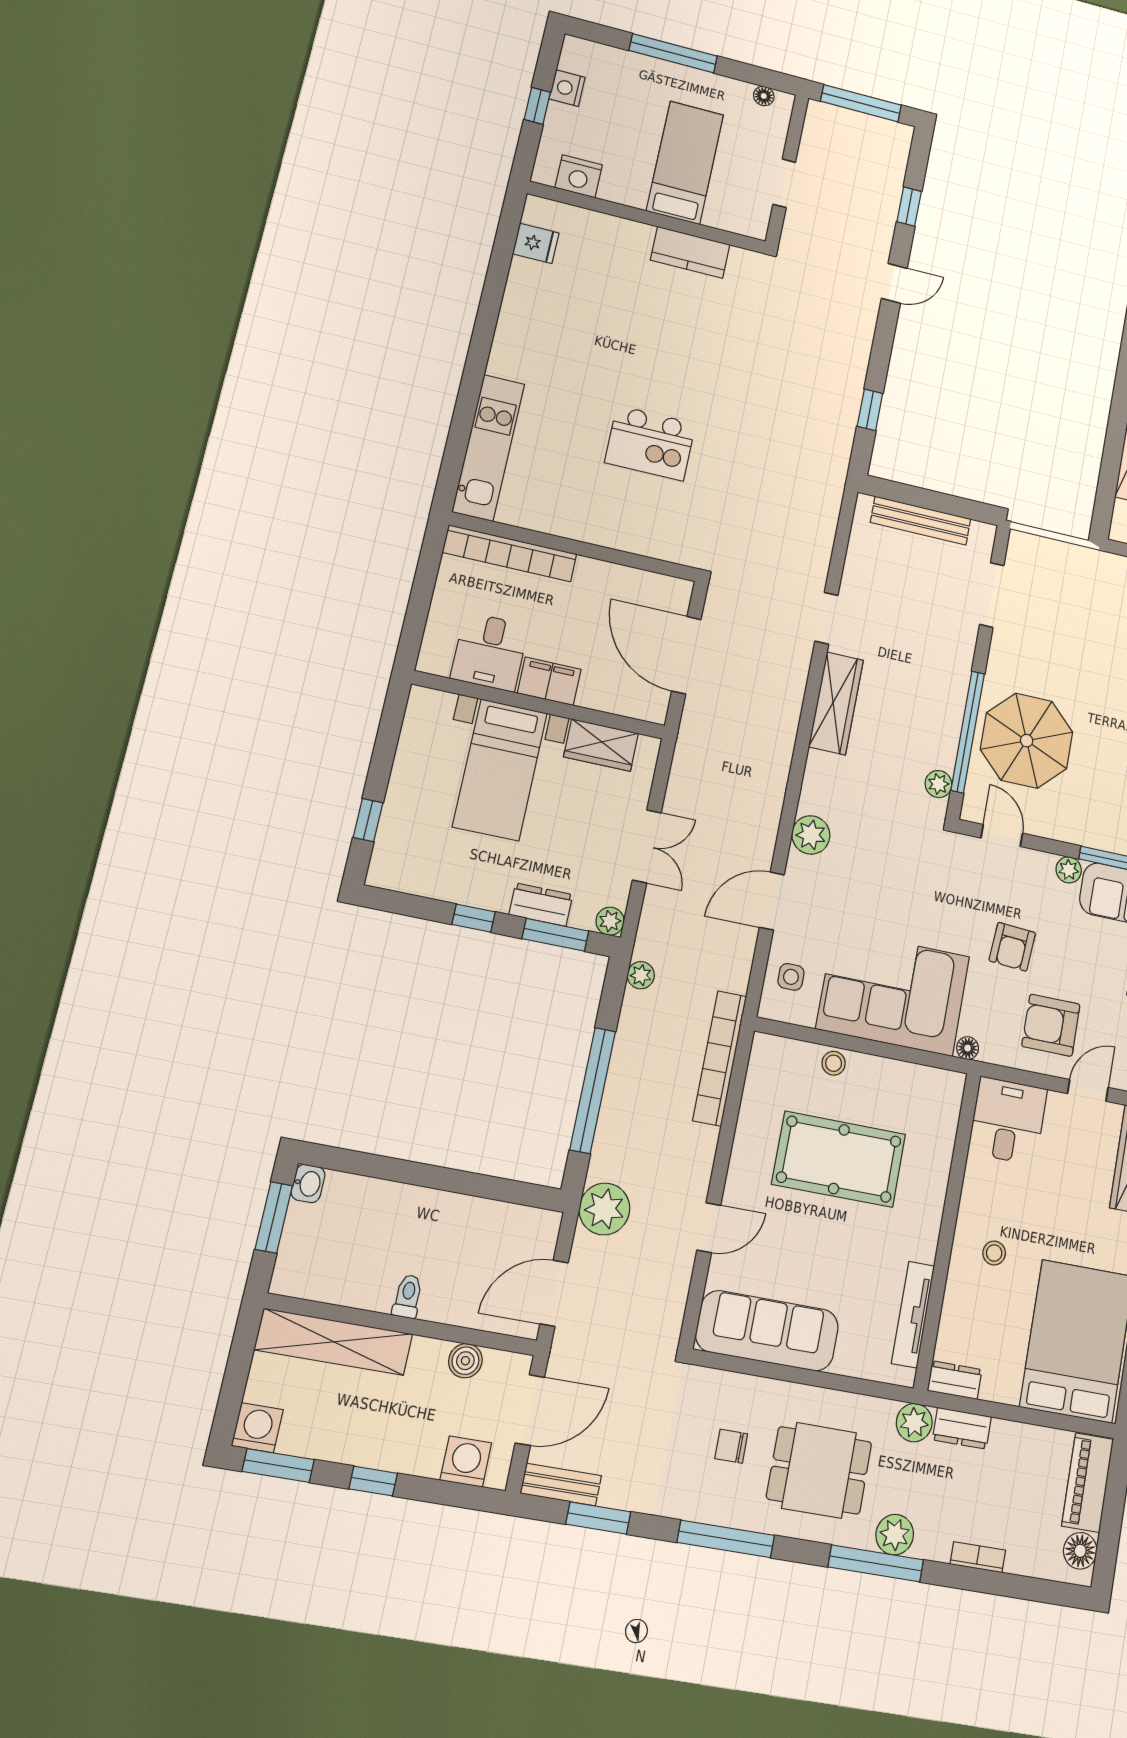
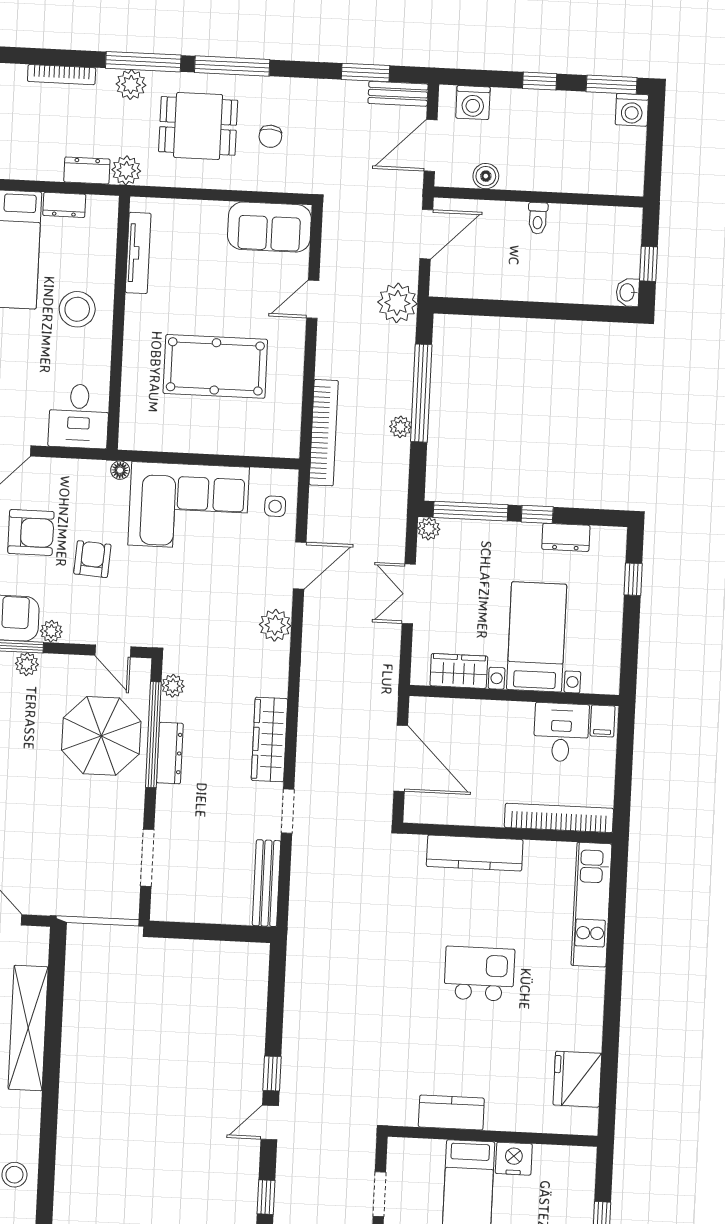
nightstand: (579, 176) -> (514, 1159), moved
fridge: (536, 243) -> (577, 1079), width x1.88, depth x1.34
window: (870, 410) -> (272, 1074), moved
kitchen island: (650, 443) -> (479, 974), moved
bench: (921, 521) -> (267, 883), moved, turned 90
kitchen counter: (617, 532) -> (475, 853), added
filing cabinet: (549, 681) -> (603, 721), moved, width x0.50
dresser: (952, 708) -> (170, 753), added
plant: (1100, 837) -> (27, 664), added
dresser: (541, 905) -> (566, 537), moved
window: (555, 935) -> (471, 511), width x1.44
plant: (641, 975) -> (400, 427), moved
armchair: (1051, 1025) -> (31, 532), moved
stool: (834, 1063) -> (230, 442), removed
window: (274, 1217) -> (648, 264), width x0.67
stool: (994, 1253) -> (77, 309), width x1.89, depth x1.89
sofa: (767, 1331) -> (269, 227), width x0.73
shelving: (334, 1342) -> (587, 178), removed
dresser: (955, 1380) -> (64, 205), moved
chair: (731, 1446) -> (270, 136), turned 94
window: (726, 1539) -> (232, 66), moved
bookcase: (978, 1557) -> (62, 75), width x1.56

